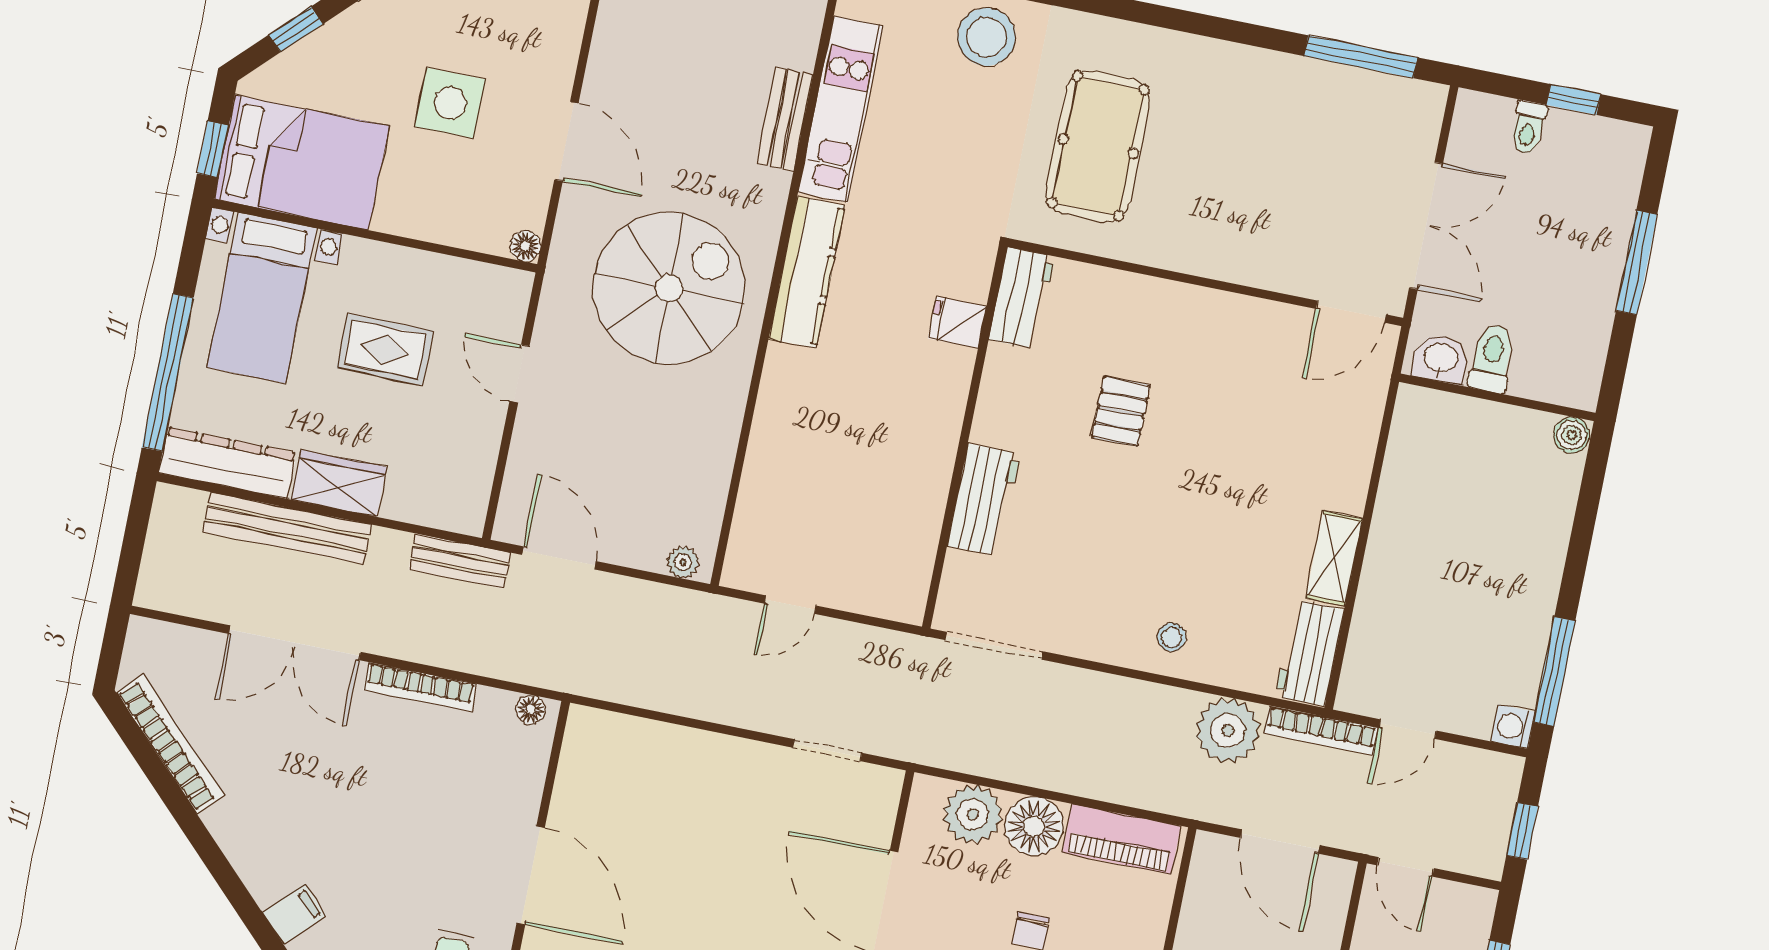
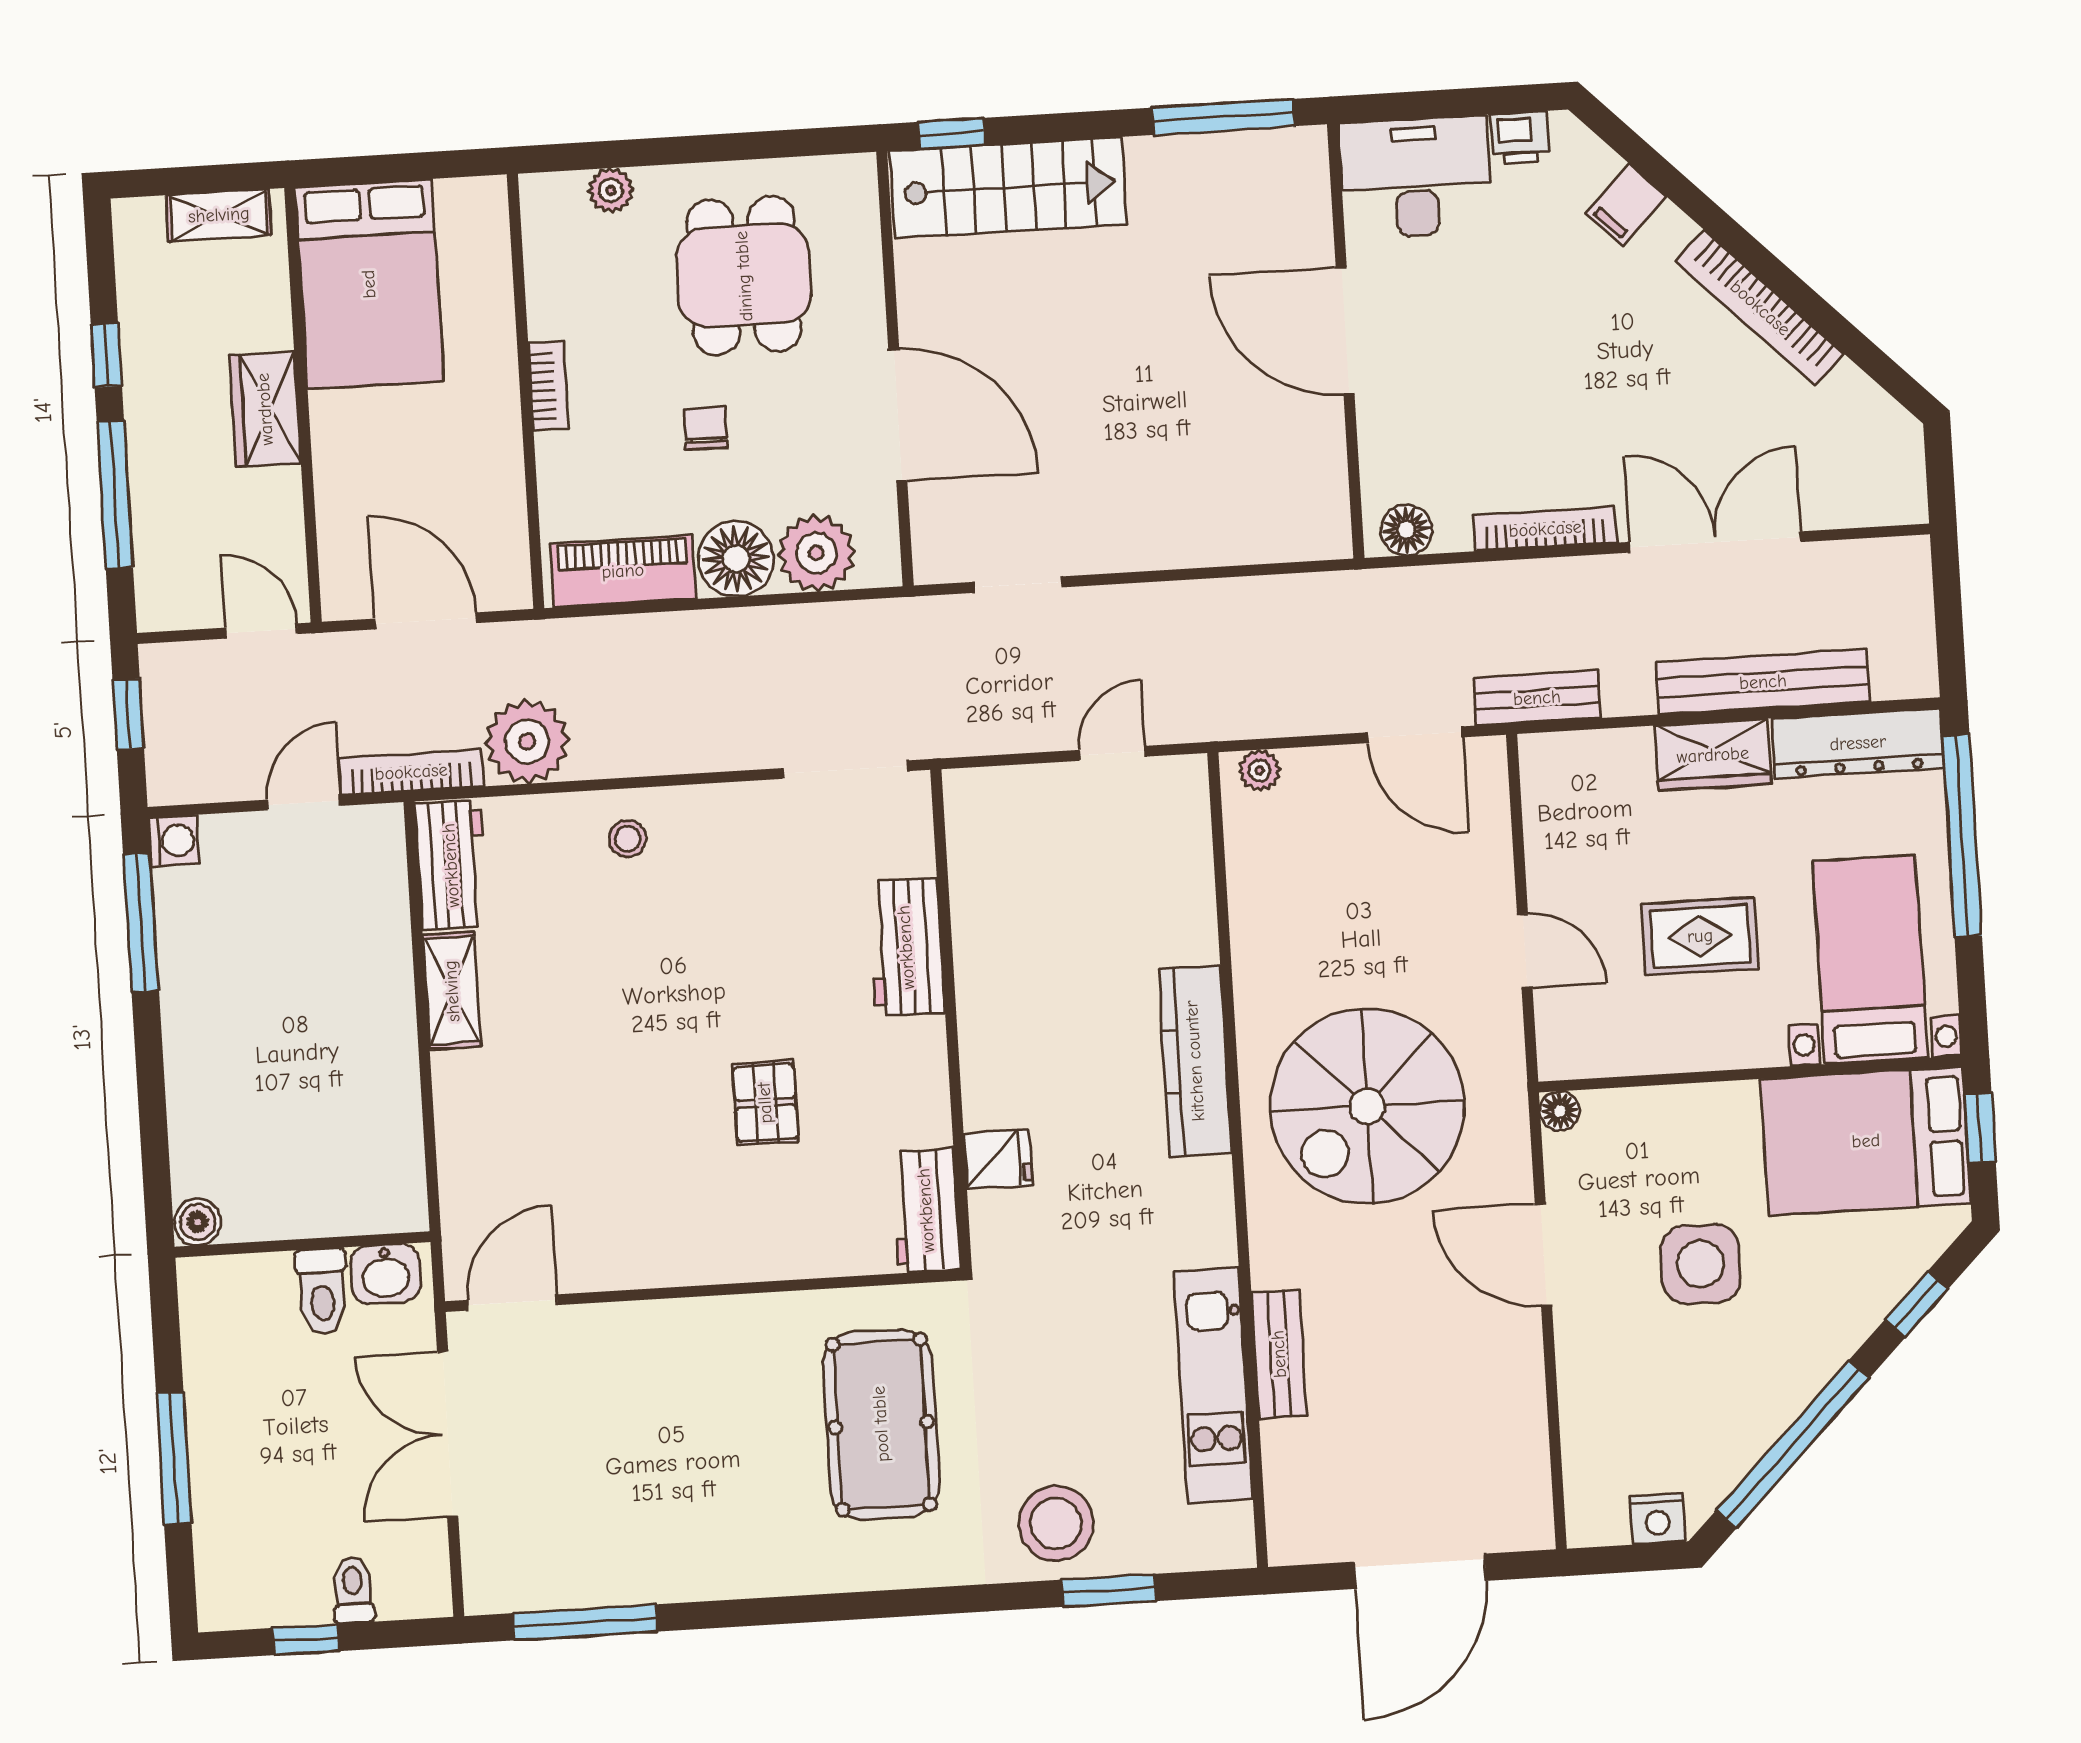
kitchen counter: (807, 272) -> (1195, 1061), moved
floor lamp: (531, 710) -> (1406, 530), width x1.37, depth x1.37
bookcase: (170, 744) -> (1760, 308), moved

